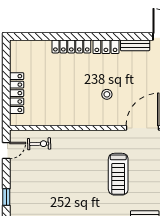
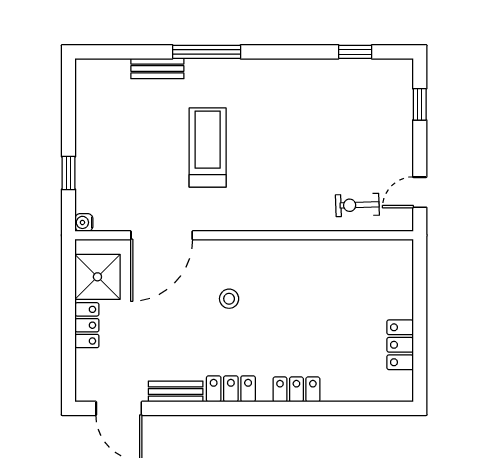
locker: (71, 46) -> (296, 389), width x0.66
locker: (17, 93) -> (400, 345), moved, width x0.66

